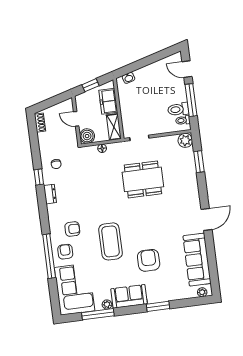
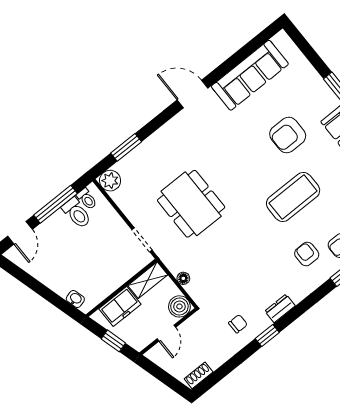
plant: (202, 292) -> (287, 44), removed

